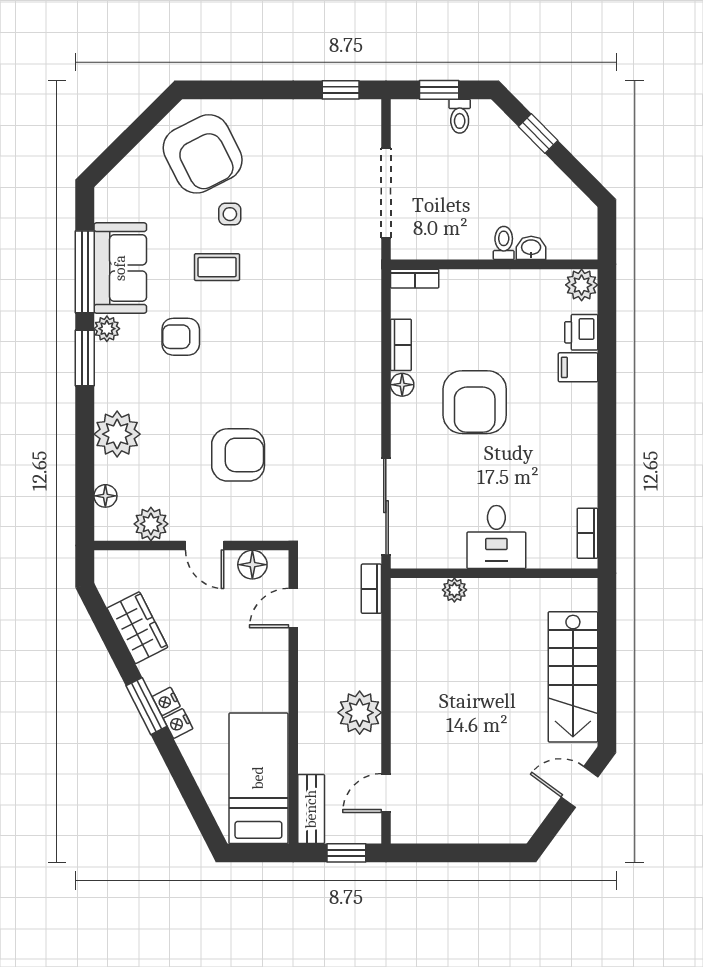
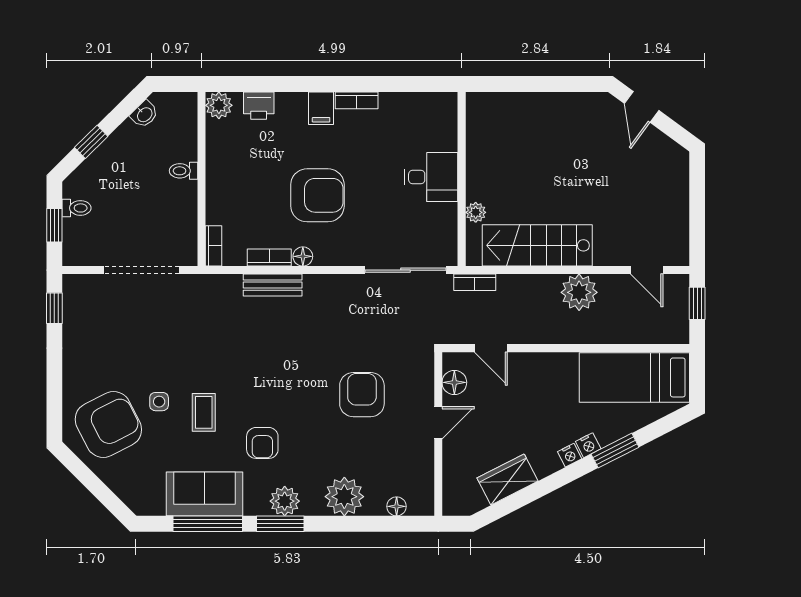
washbasin: (531, 248) -> (144, 114), moved, turned -135
plant: (107, 329) -> (285, 501), moved, width x1.38, depth x1.38
filing cabinet: (578, 367) -> (321, 108), moved
plant: (151, 524) -> (420, 468), removed
bookcase: (587, 533) -> (357, 100), moved
stairs: (573, 677) -> (537, 245), moved, turned 180
window: (146, 706) -> (615, 451), moved
bench: (311, 809) -> (273, 285), moved

